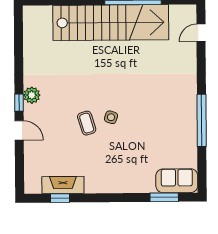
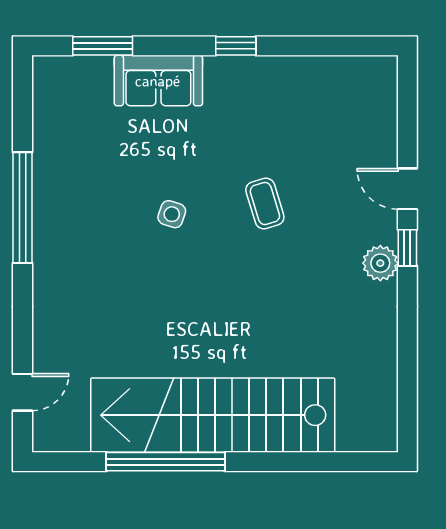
side table: (111, 117) -> (172, 214), moved
sofa: (177, 181) -> (158, 81), moved
fireplace: (63, 185) -> (316, 73), removed
window: (60, 198) -> (236, 46), moved

